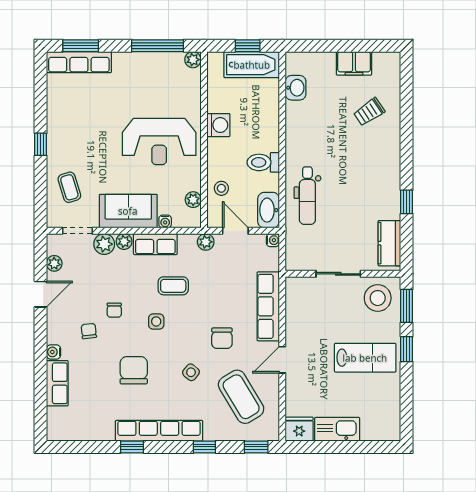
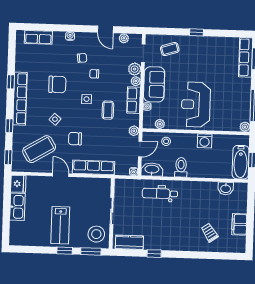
row of seats: (57, 383) -> (38, 37), moved

